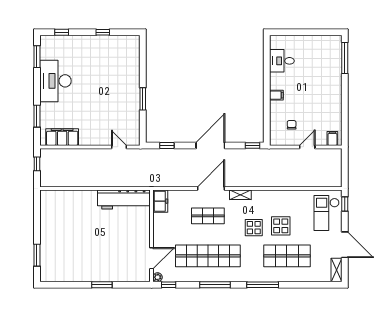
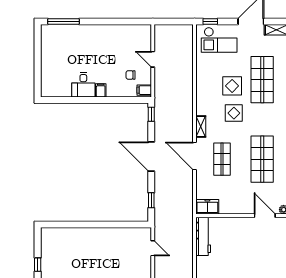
desk: (282, 61) -> (83, 85), moved
window: (143, 99) -> (105, 225), removed
filing cabinet: (332, 138) -> (144, 90), moved
door: (119, 147) -> (153, 248), swing flipped
workbench: (124, 199) -> (203, 236), width x0.73, depth x0.76
shop shelf: (208, 256) -> (262, 159), width x0.71

